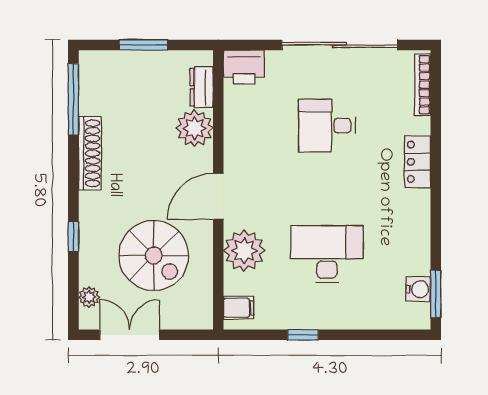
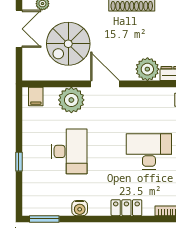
desk: (327, 126) -> (149, 151), width x1.37
water cooler: (418, 289) -> (80, 208), moved
window: (303, 335) -> (19, 162), moved

